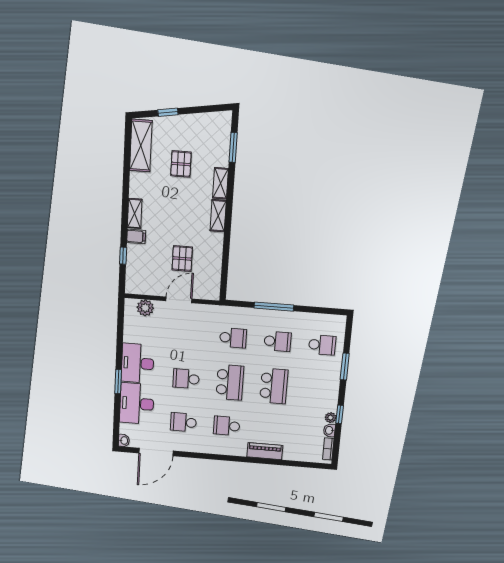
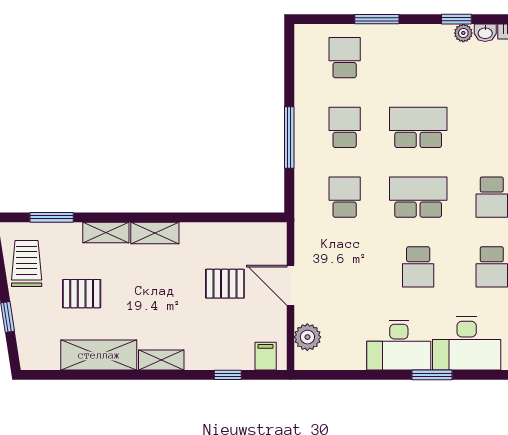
trolley: (203, 128) -> (27, 264), added
shelving: (141, 146) -> (99, 355), moved
filing cabinet: (136, 236) -> (266, 356), moved

